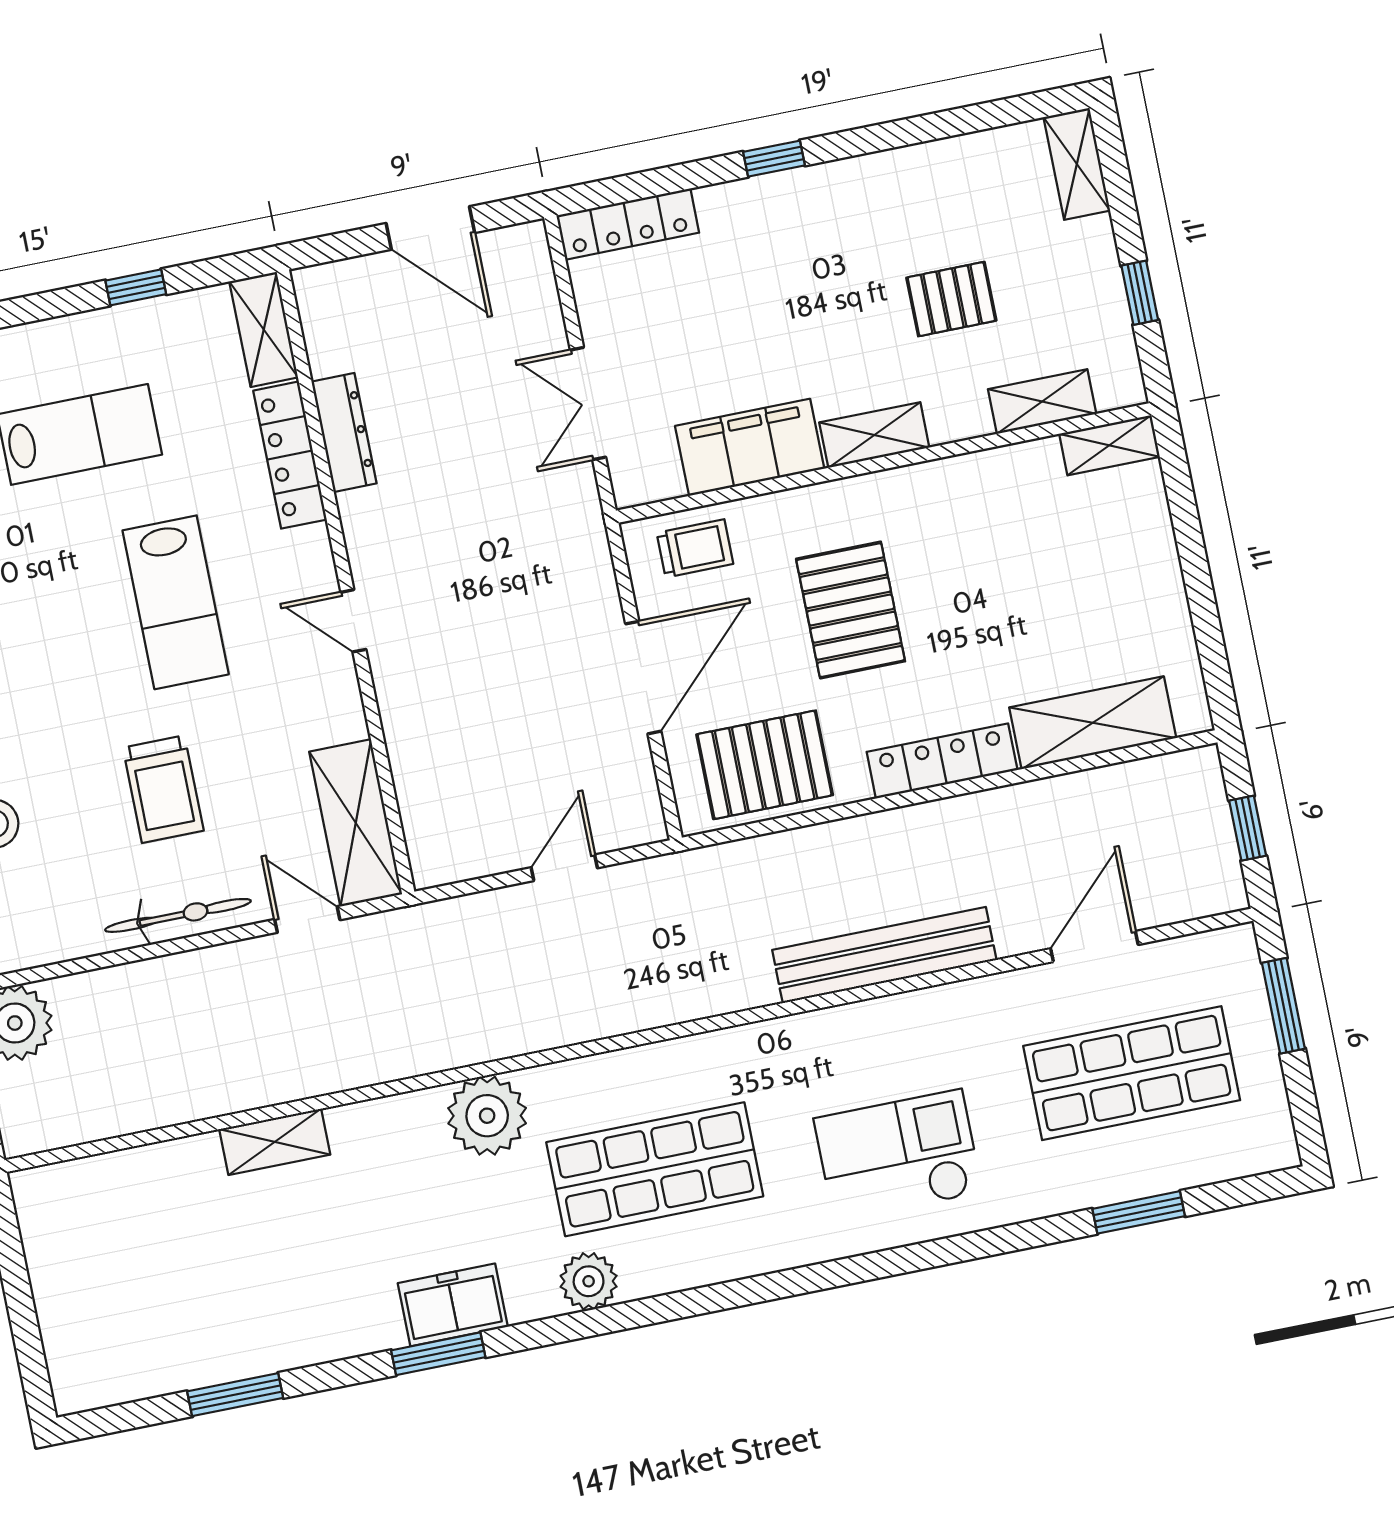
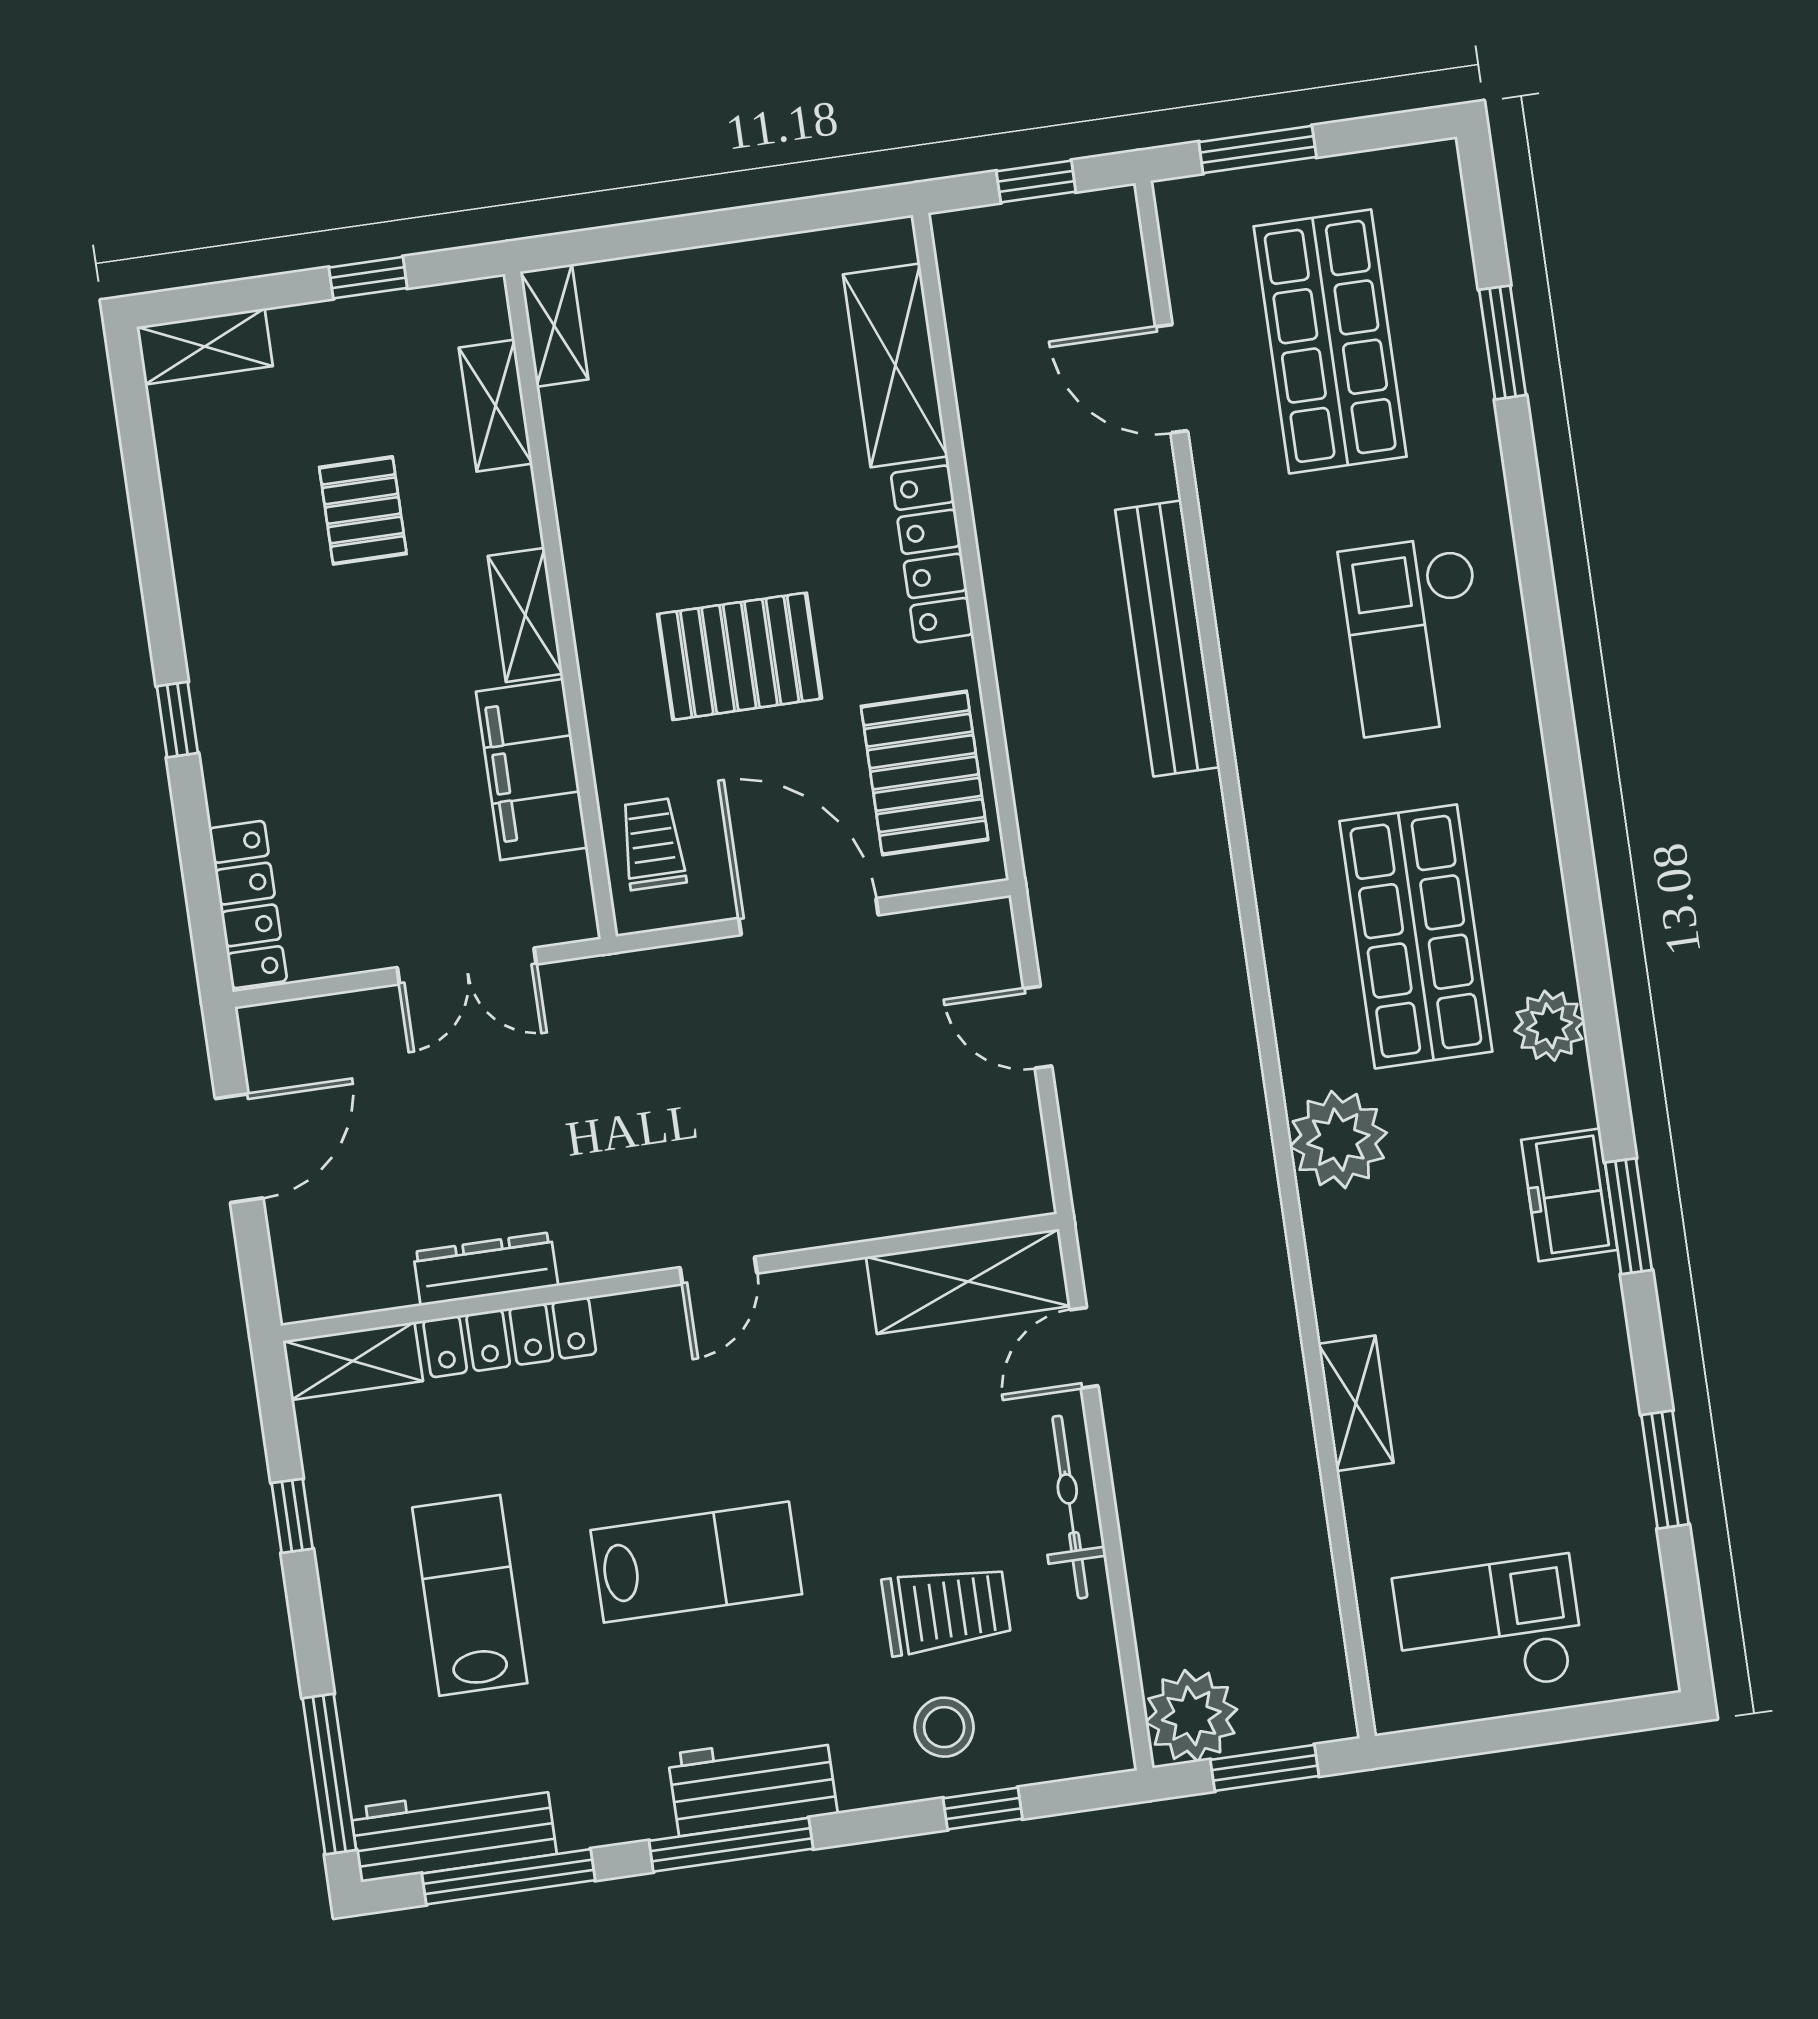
lab bench: (176, 602) -> (696, 1562), moved
trolley: (163, 789) -> (946, 1610), moved
checkout: (99, 1260) -> (1489, 1628), added

